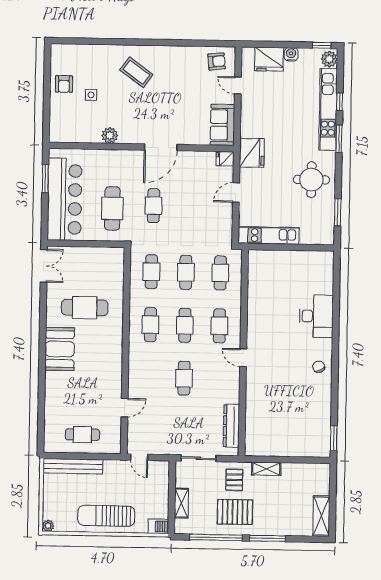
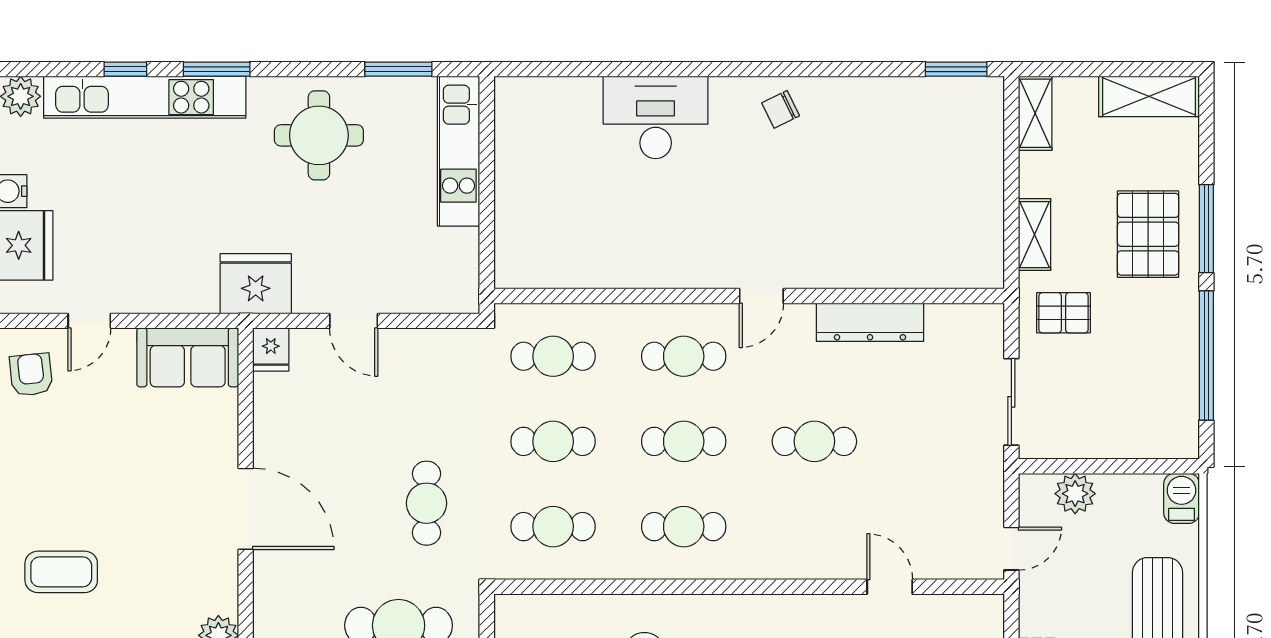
coffee table: (136, 72) -> (61, 572), turned 54
cafe table: (153, 206) -> (426, 503), moved, turned 90
kitchen unit: (269, 235) -> (458, 151), moved
dresser: (231, 426) -> (870, 322), moved
plant: (161, 483) -> (1075, 494), added
shelving: (181, 503) -> (1035, 113), moved, turned 90
pallet: (235, 512) -> (1148, 234), moved

